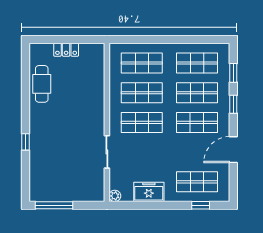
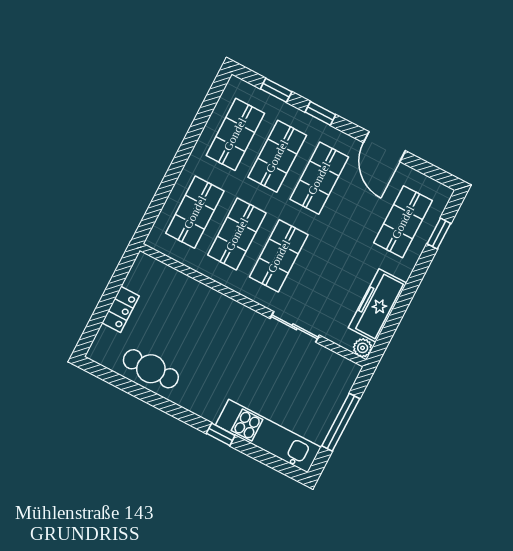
kitchen unit: (38, 169) -> (268, 436), added
freezer: (149, 192) -> (378, 305), width x1.40
window: (54, 205) -> (341, 422), moved

